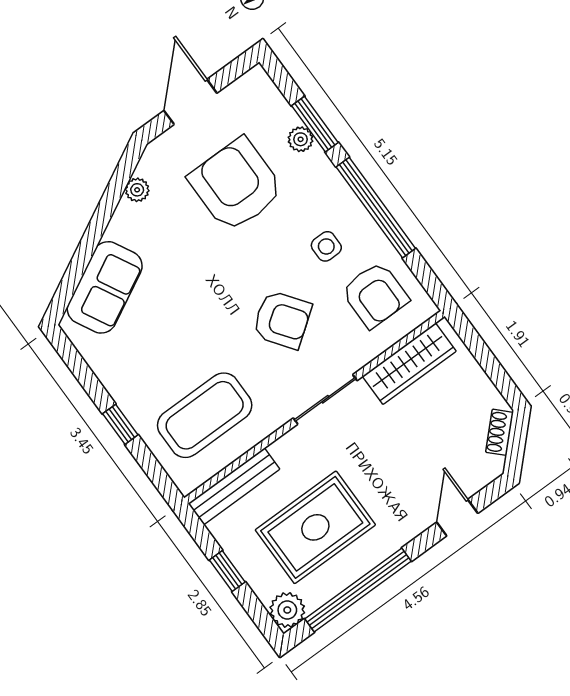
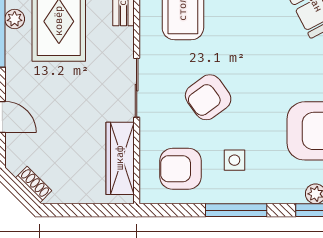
window: (376, 208) -> (236, 210), width x0.68
plant: (346, 574) -> (15, 19), added

